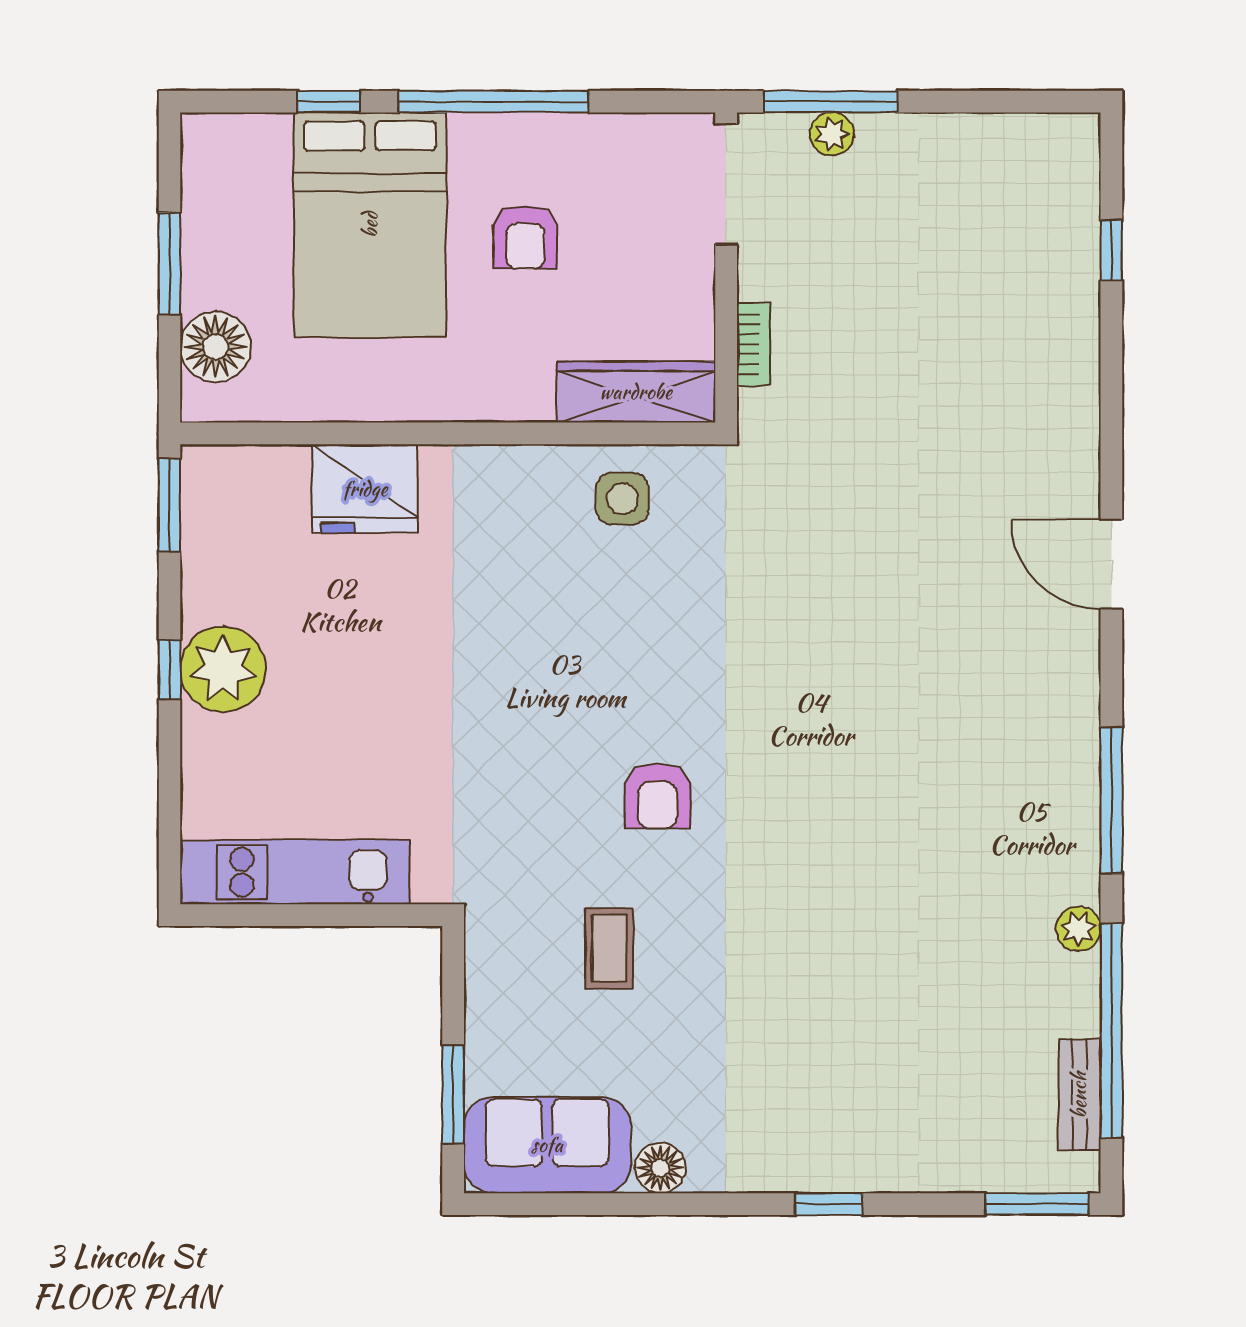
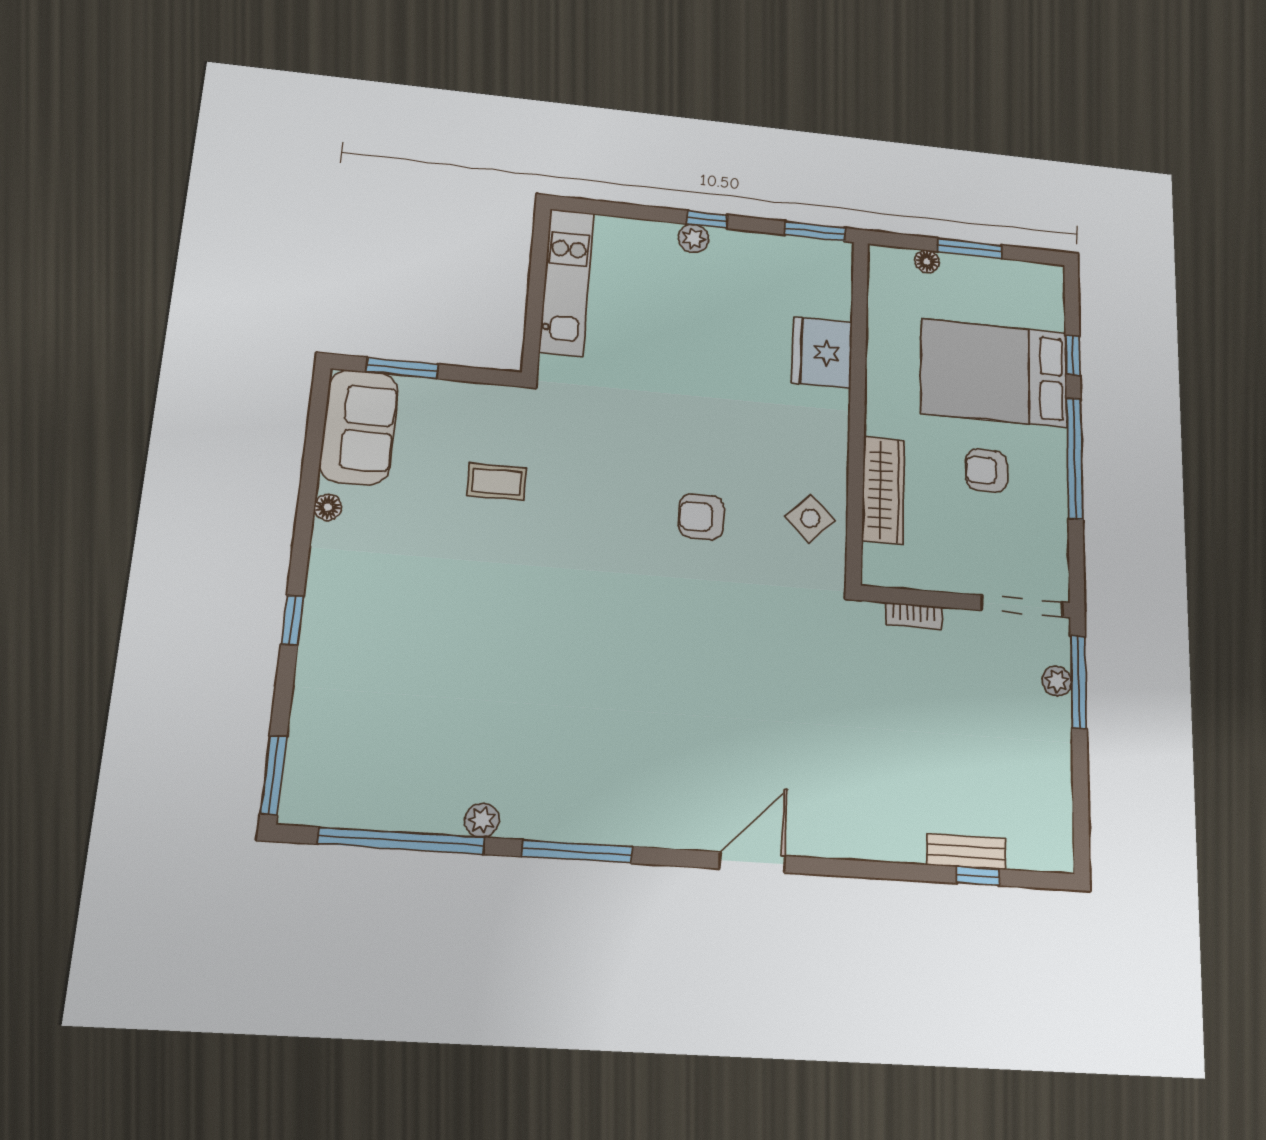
floor lamp: (216, 347) -> (927, 261), width x0.53, depth x0.53
wardrobe: (636, 392) -> (883, 490), moved
side table: (622, 499) -> (810, 518), turned 45
plant: (223, 669) -> (693, 238), width x0.53, depth x0.53
armchair: (657, 796) -> (701, 517), moved
bench: (1079, 1095) -> (966, 852), moved
floor lamp: (660, 1168) -> (328, 507), width x0.73, depth x0.73

